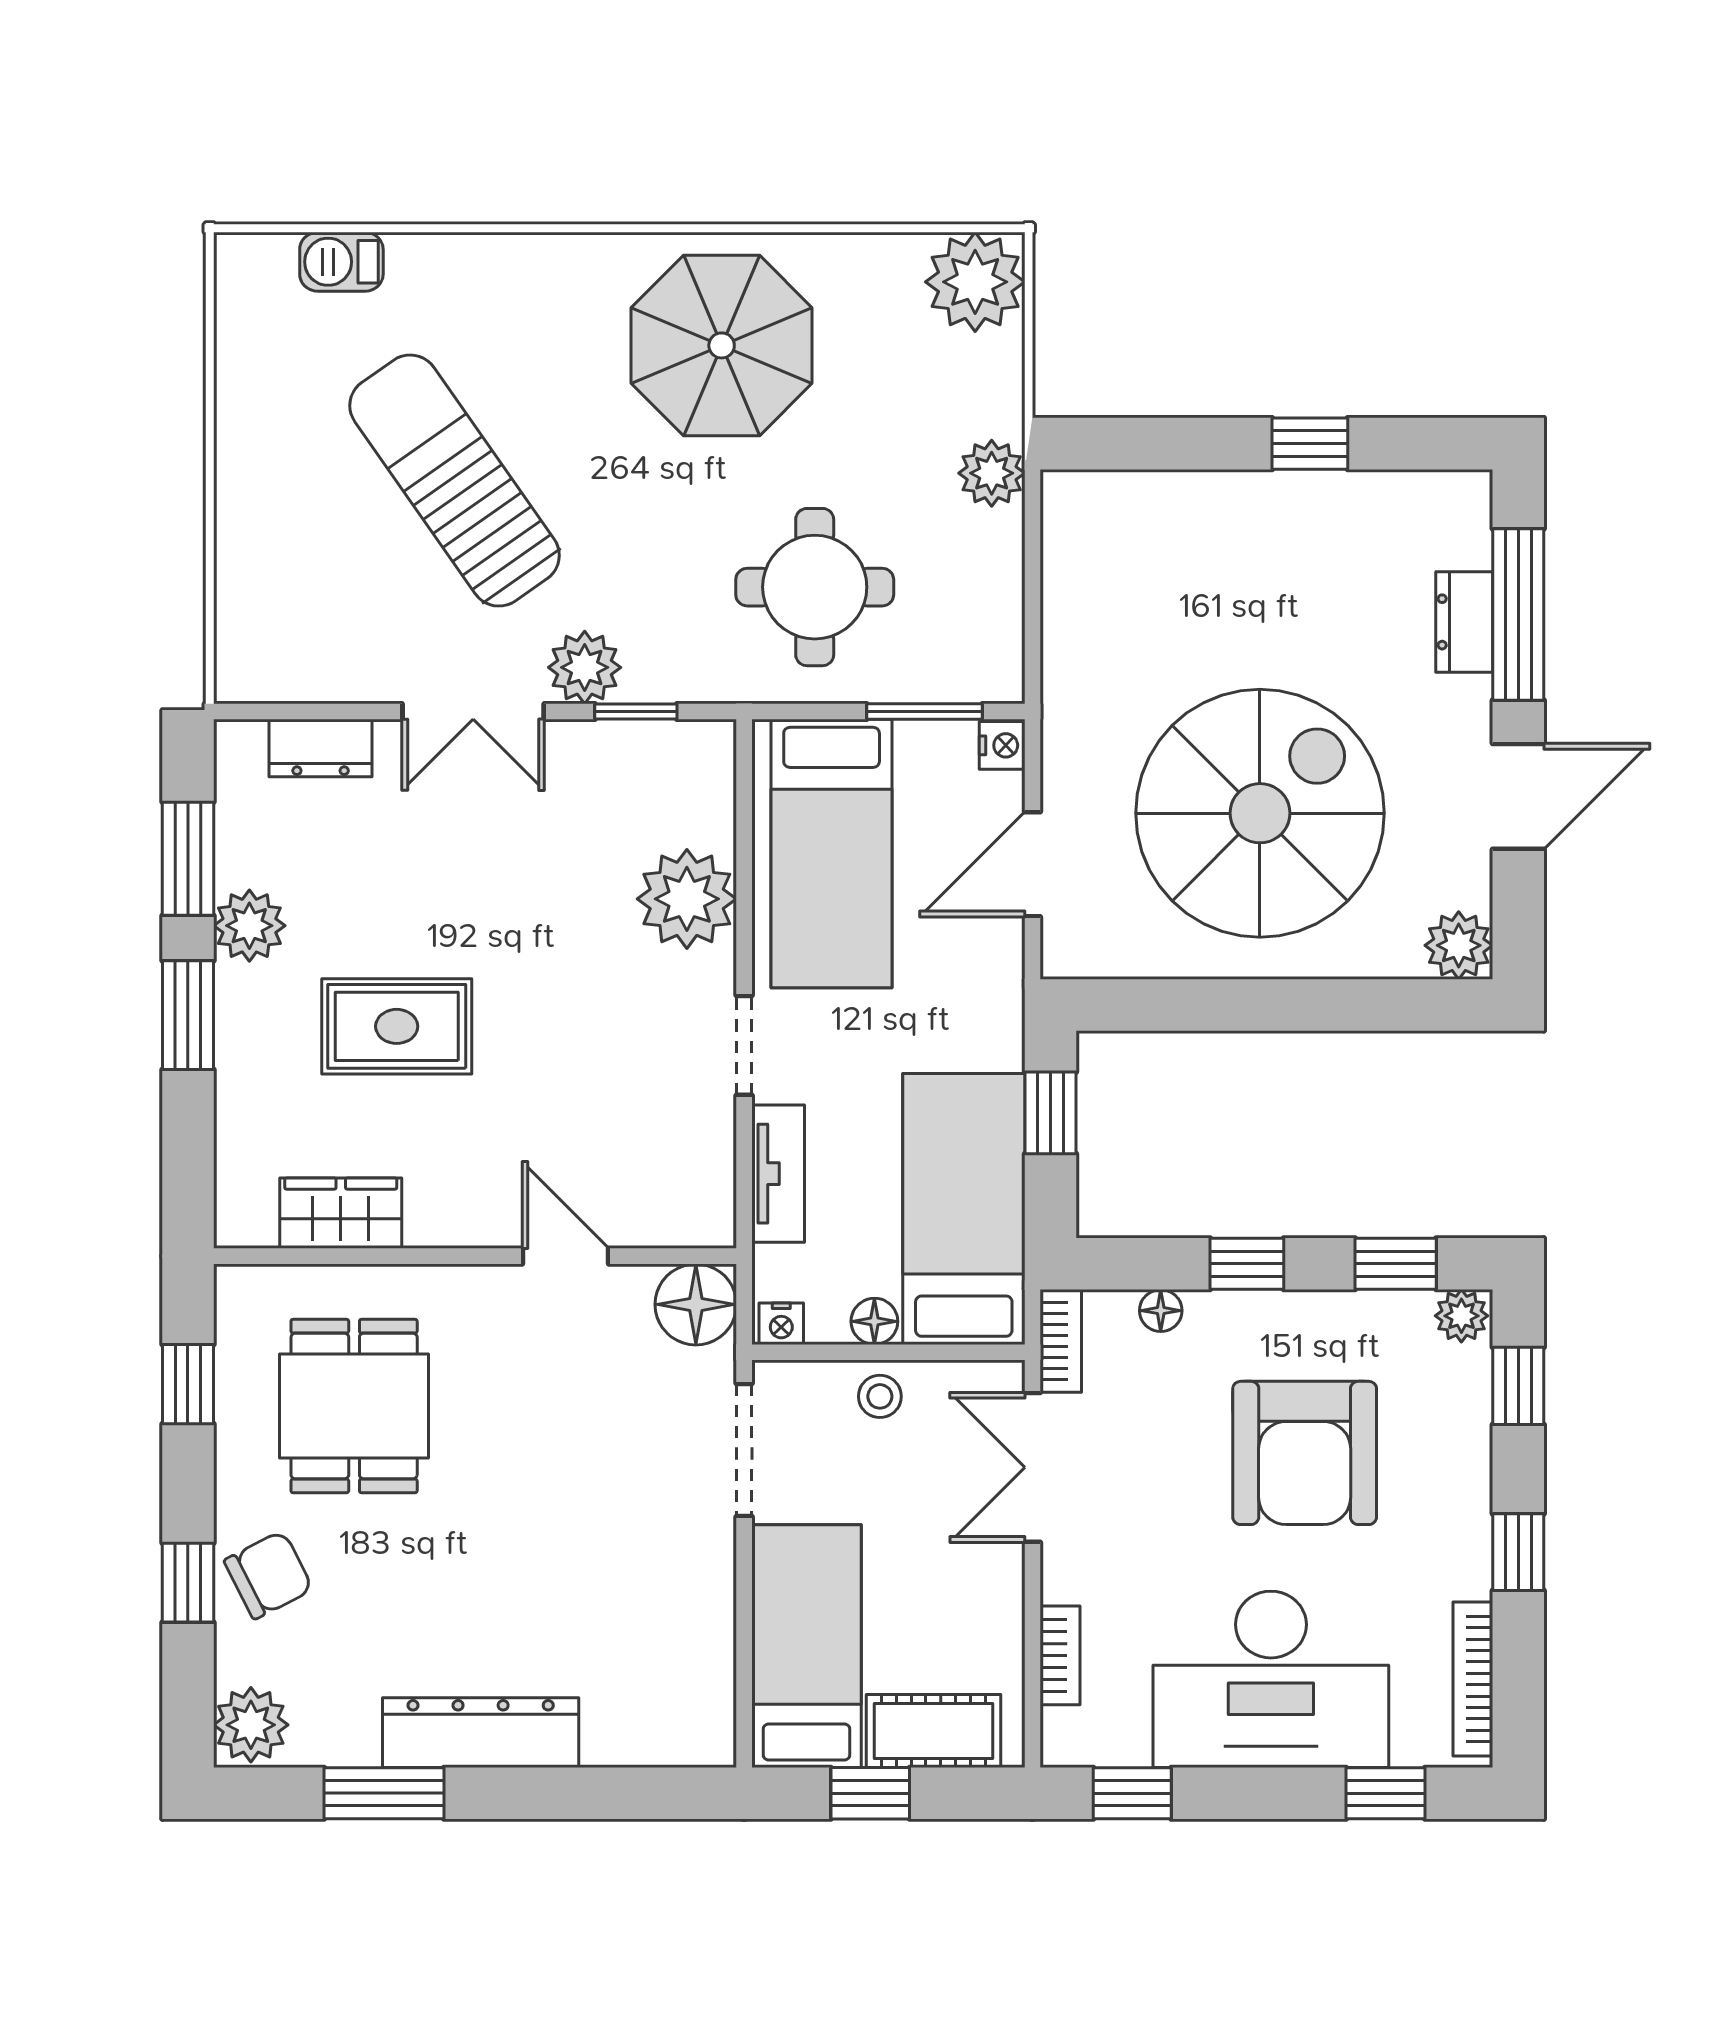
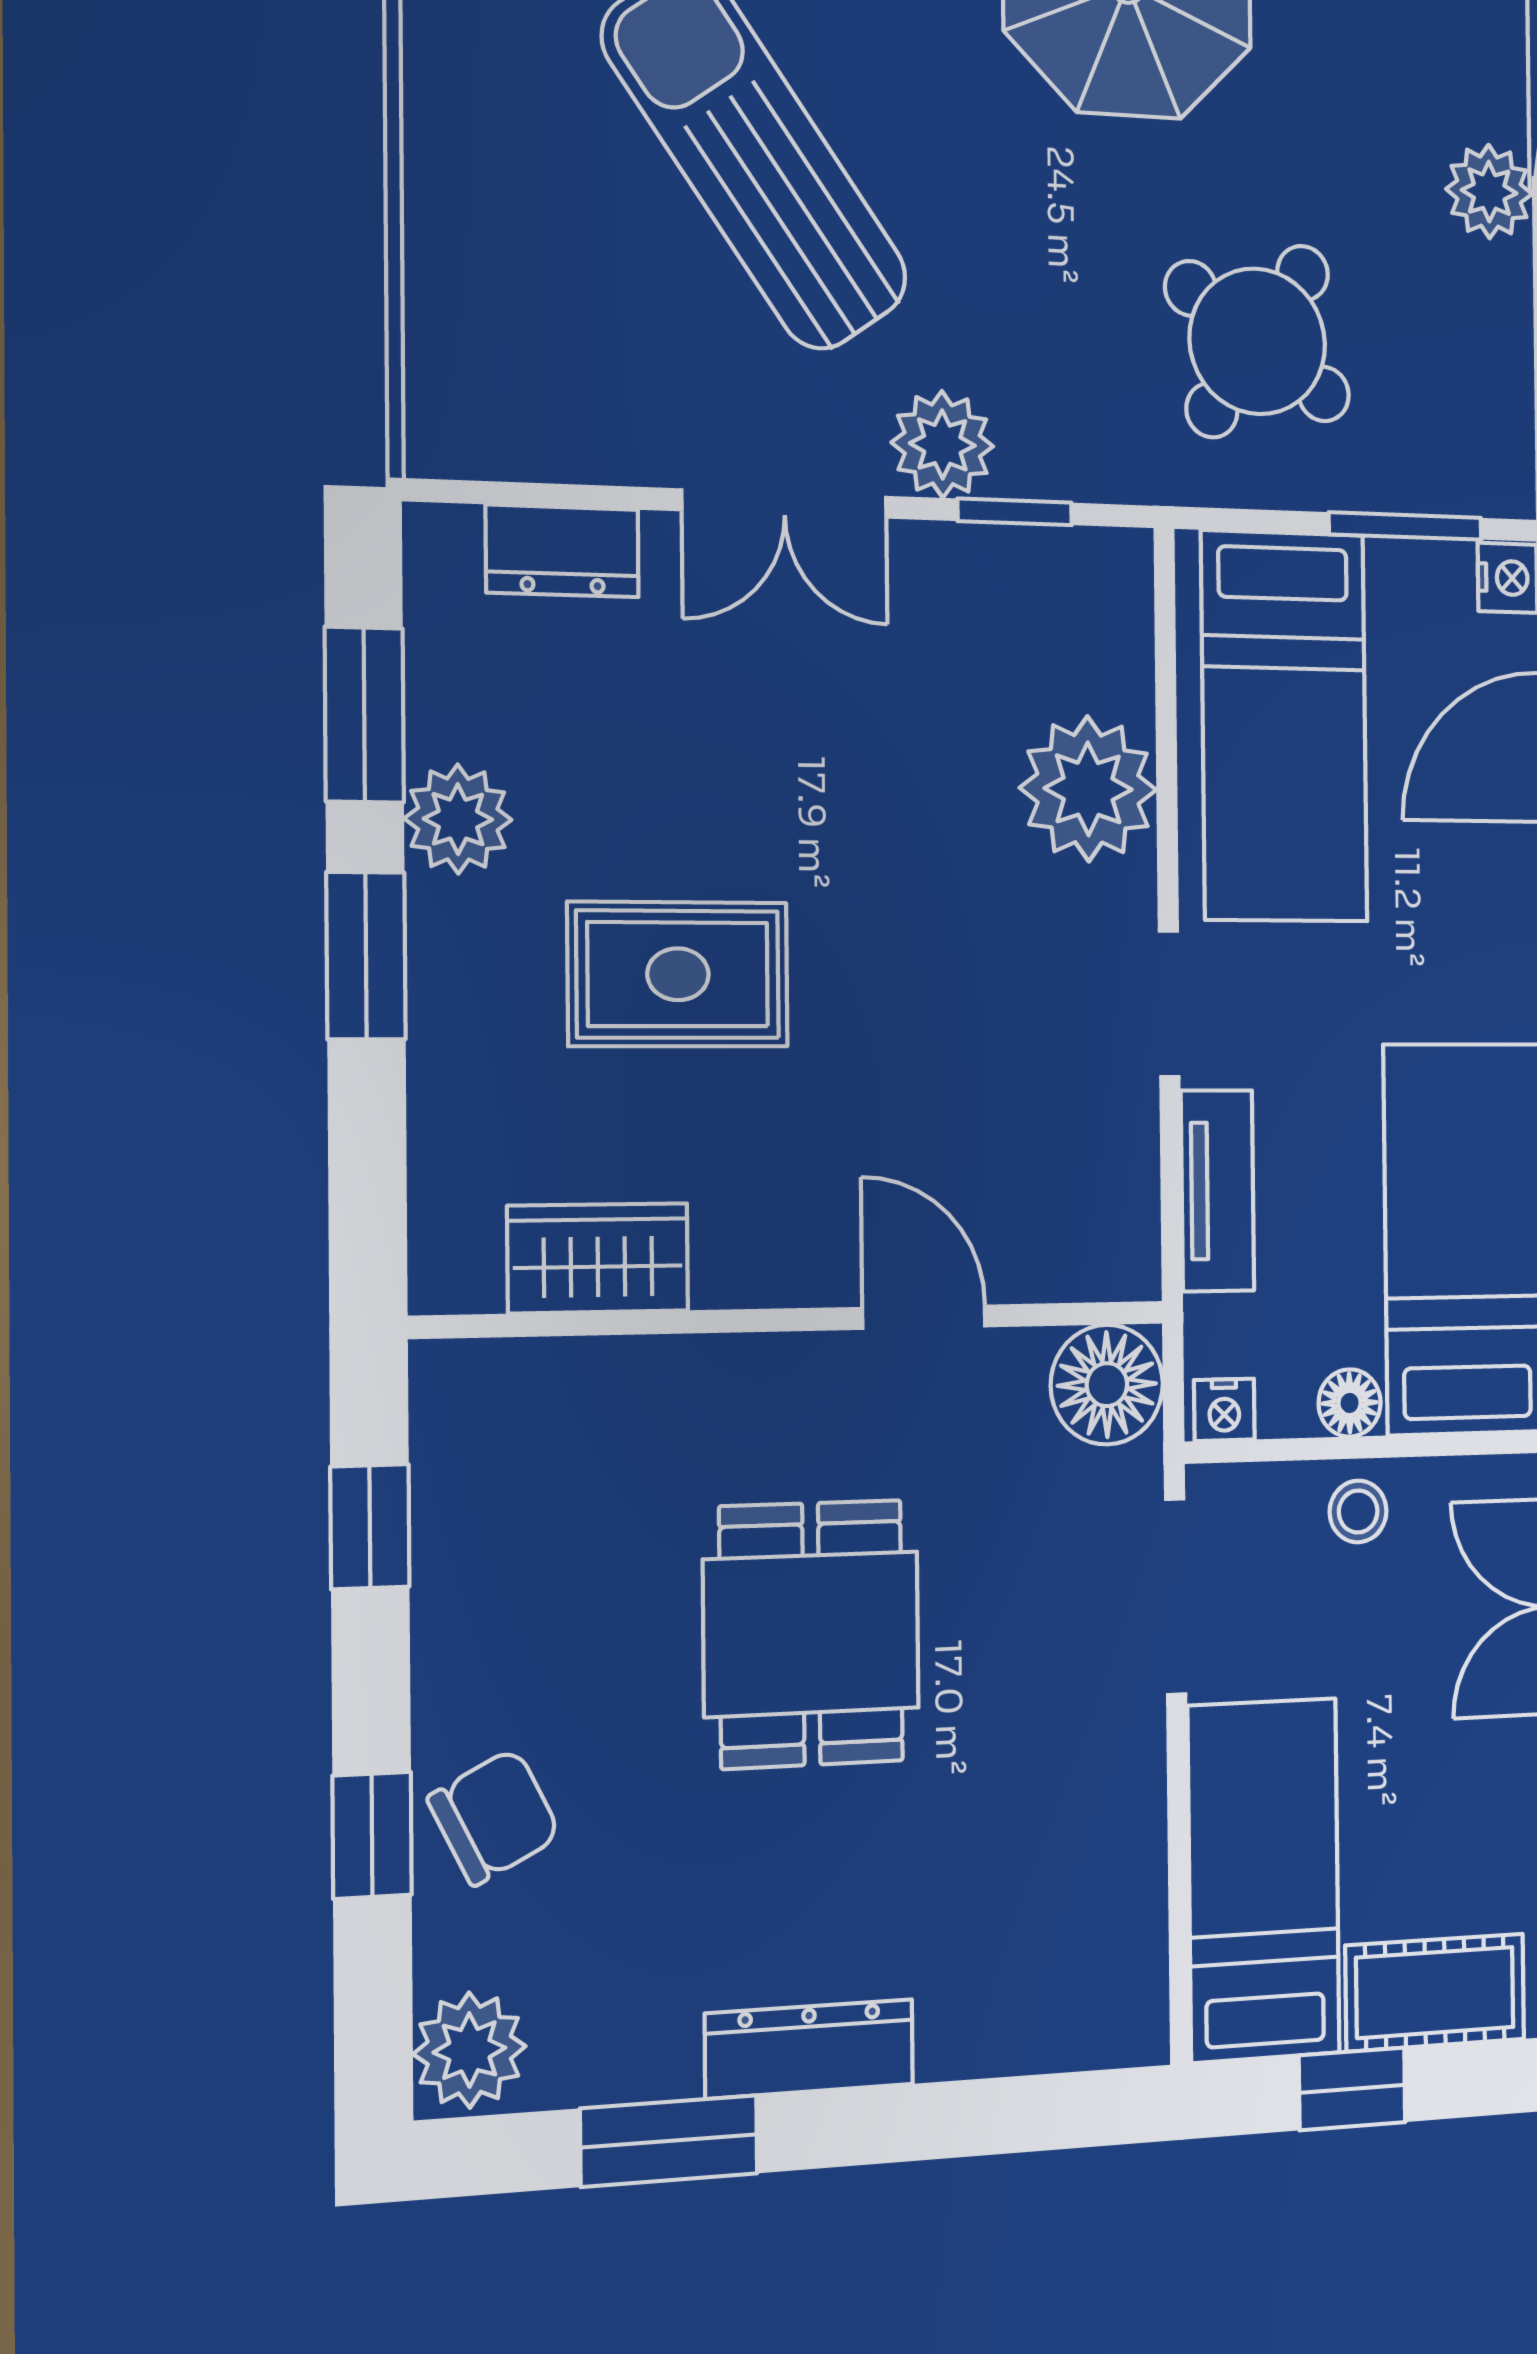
round table: (815, 587) -> (1257, 341), turned 35
dining table: (354, 1406) -> (811, 1634), moved
dresser: (481, 1733) -> (809, 2049), width x0.73, depth x0.80

